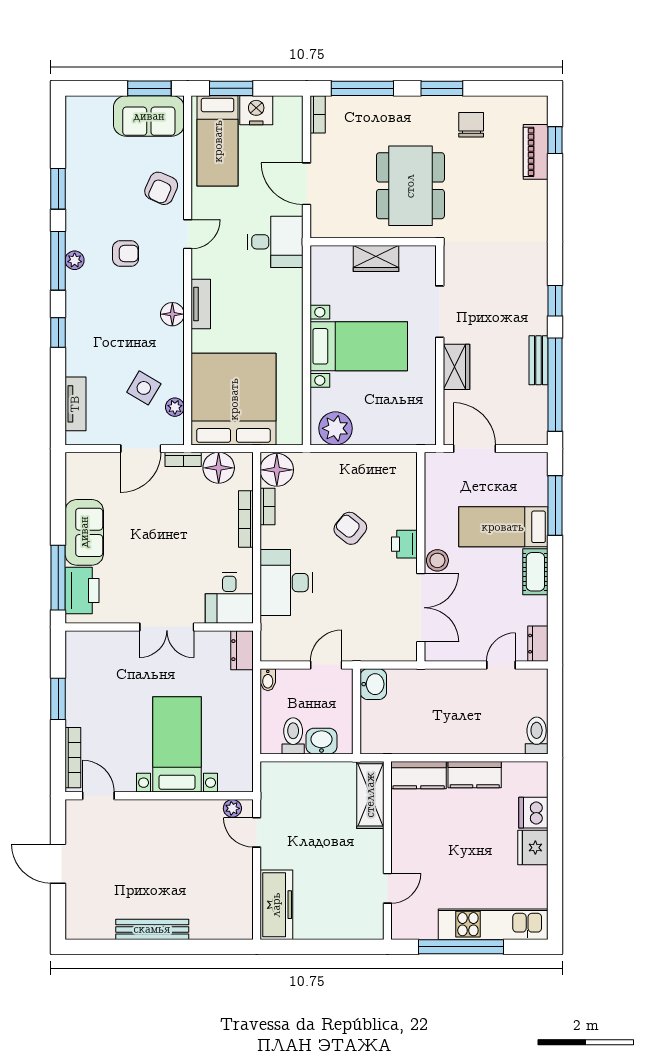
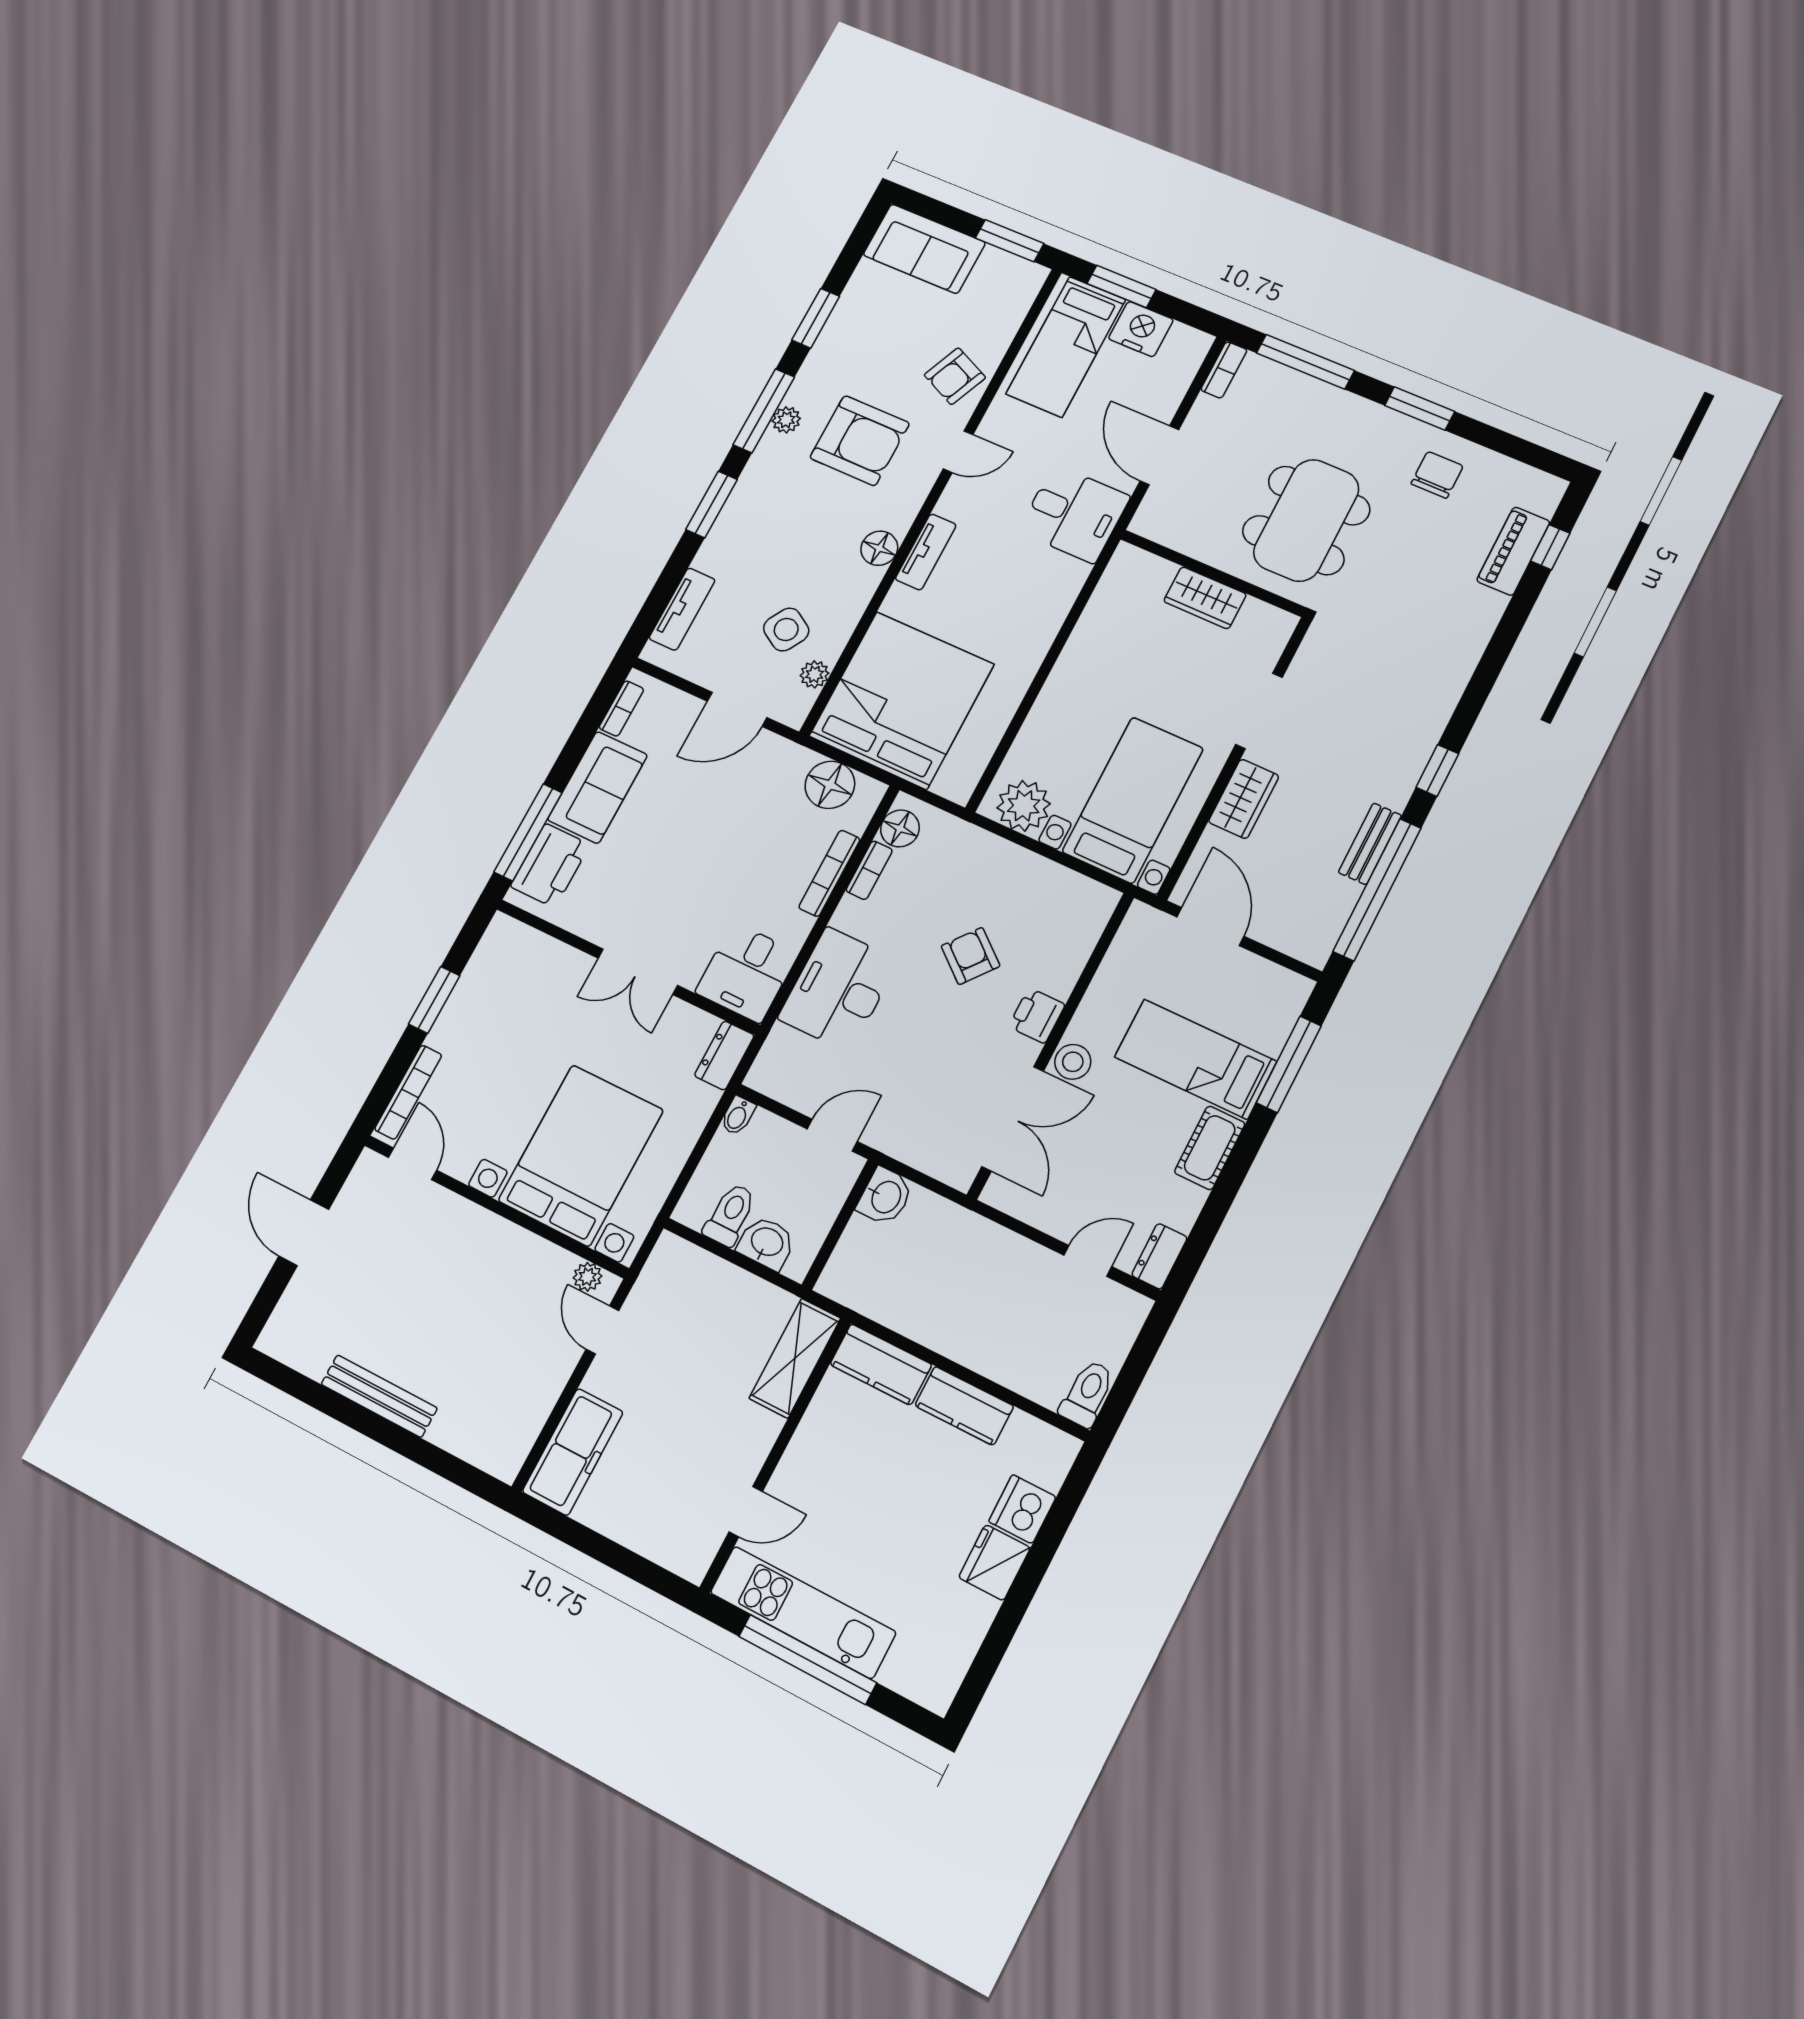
sofa: (149, 116) -> (924, 249), moved
armchair: (126, 254) -> (860, 441), width x1.88, depth x1.88
window: (58, 333) -> (711, 504), width x1.50
bed with nightstands: (359, 346) -> (1133, 800), moved, turned -90
bookcase: (183, 459) -> (621, 709), moved, turned -90
floor lamp: (277, 470) -> (900, 828), width x0.73, depth x0.73
bed with nightstands: (177, 744) -> (581, 1155), width x1.36
kitchen unit: (493, 924) -> (803, 1612), moved

